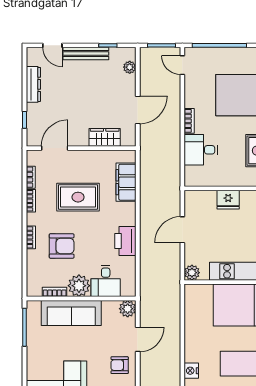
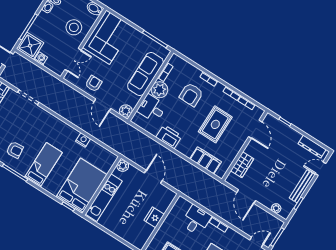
dresser: (33, 84) -> (312, 147), moved
nightstand: (191, 371) -> (83, 140), moved

